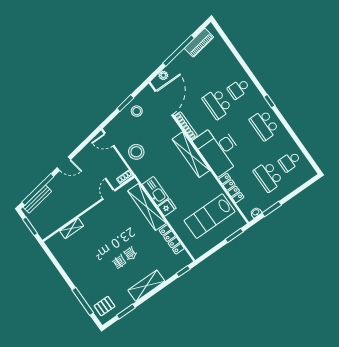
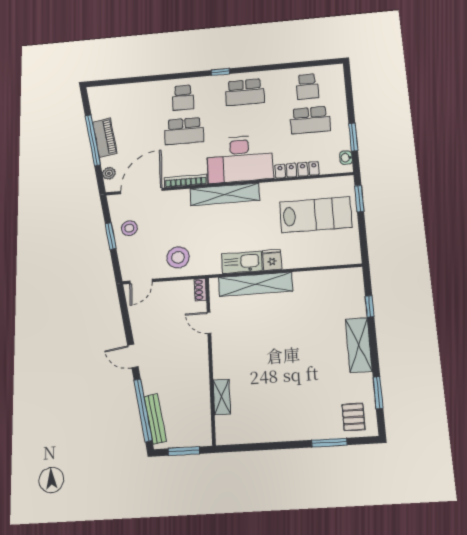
piano: (199, 43) -> (105, 138), moved
door: (164, 103) -> (141, 191), hinge flipped
door: (64, 164) -> (133, 356), swing flipped
lab bench: (210, 216) -> (316, 215), turned -90
locker: (172, 239) -> (317, 277), removed
window: (183, 271) -> (370, 306), moved
window: (83, 301) -> (329, 443), width x0.69

